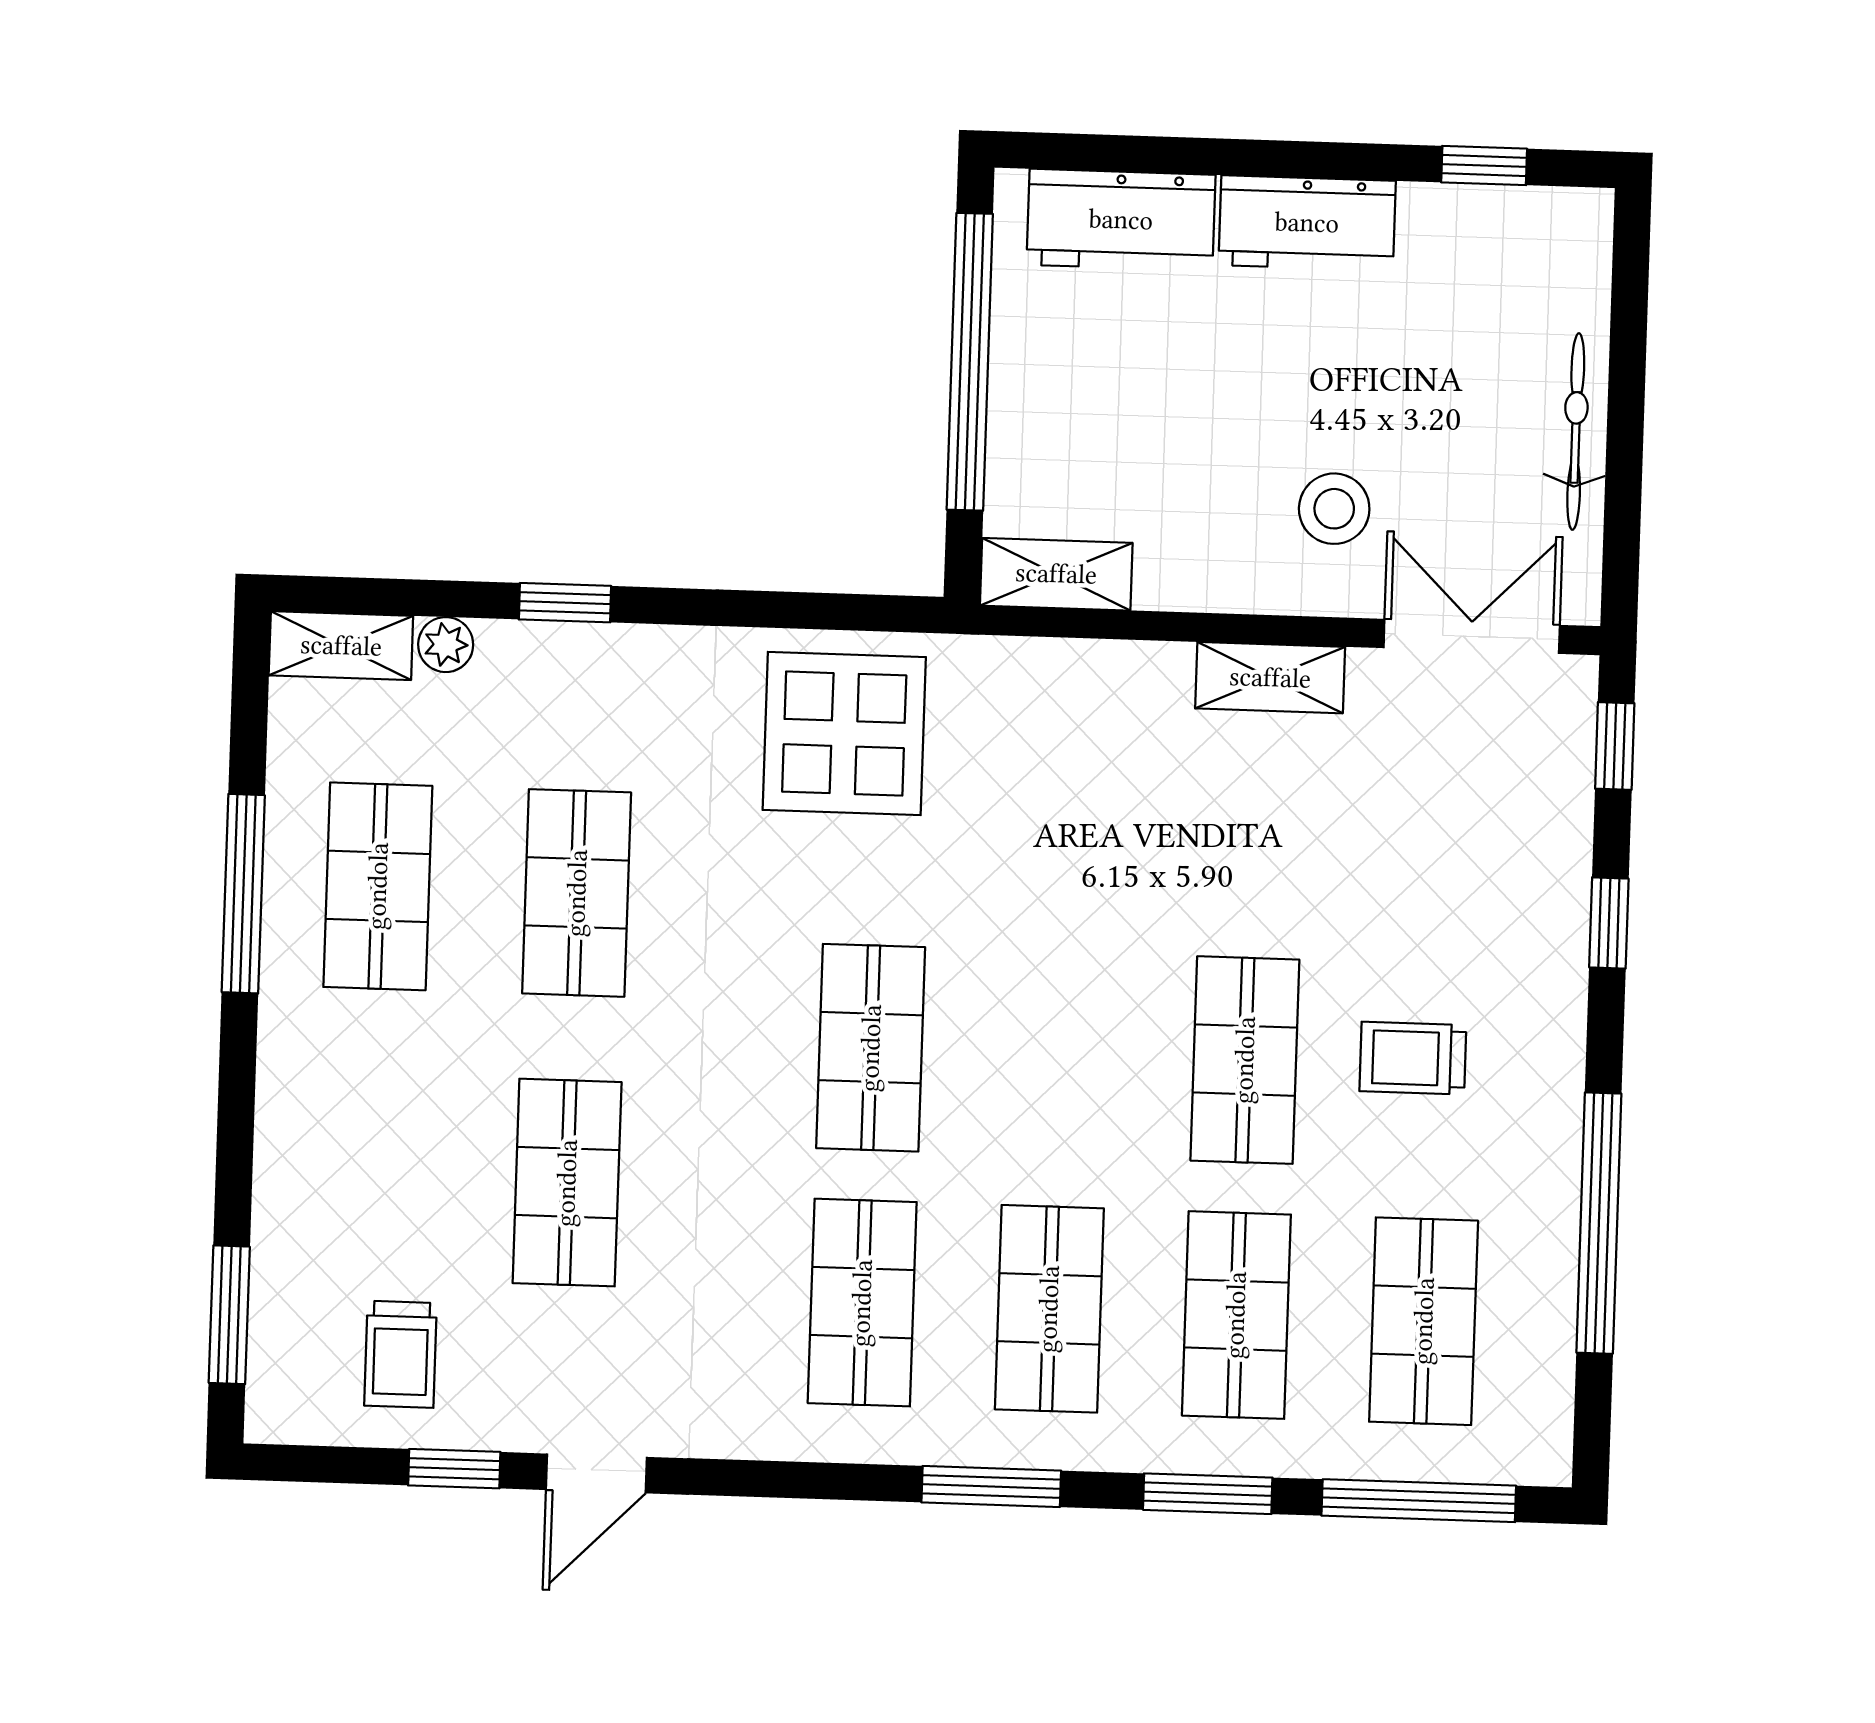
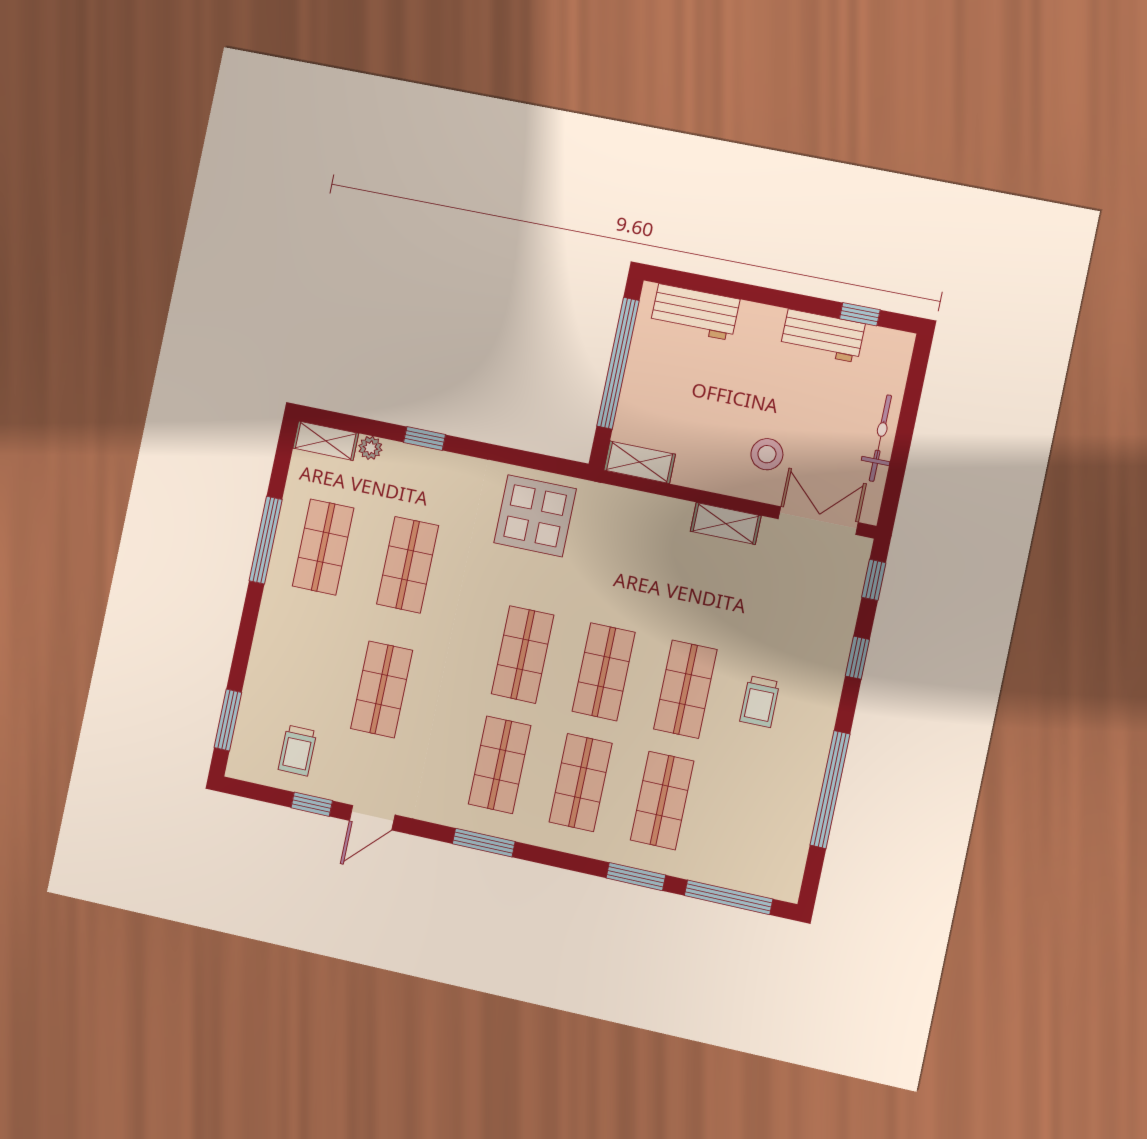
workbench: (1307, 223) -> (823, 336), moved
trolley: (1413, 1058) -> (760, 702), turned -90
shop shelf: (1424, 1321) -> (604, 672), moved
window: (991, 1487) -> (484, 843), moved

